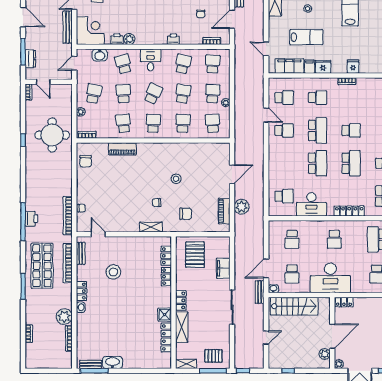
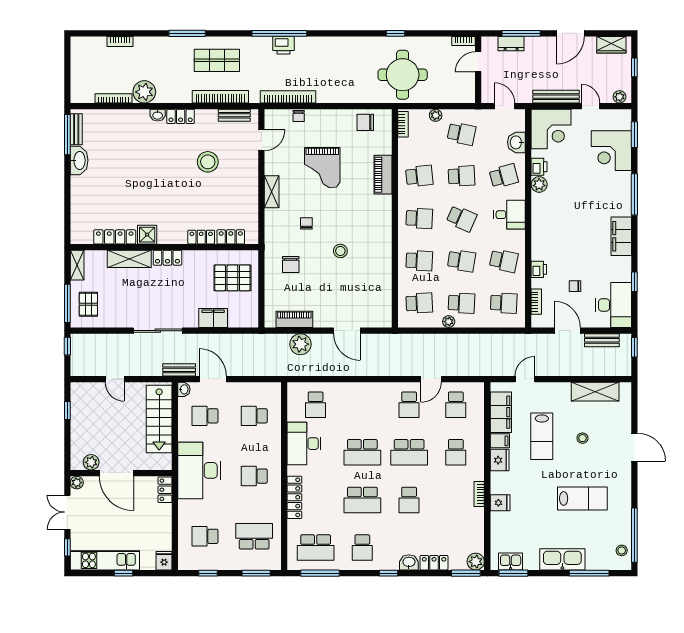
printer: (173, 39) -> (539, 269), moved
grand piano: (117, 191) -> (322, 168), added
shelving: (151, 227) -> (272, 192), moved
shop shelf: (42, 266) -> (217, 60), width x0.70, depth x0.74

